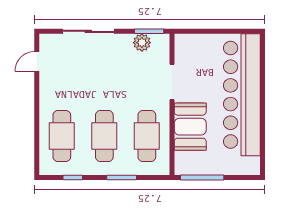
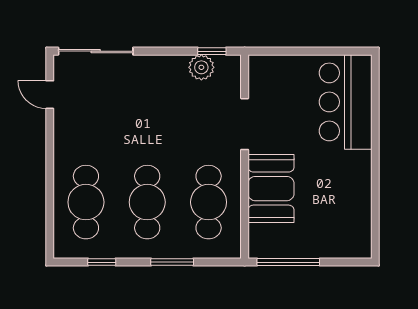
sliding door: (88, 31) -> (96, 51), moved
window: (149, 31) -> (212, 51), width x0.67
door: (37, 61) -> (50, 95), hinge flipped
bar counter: (242, 95) -> (346, 102), width x0.54

